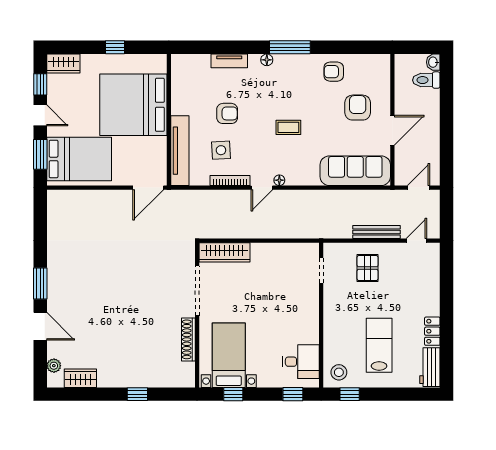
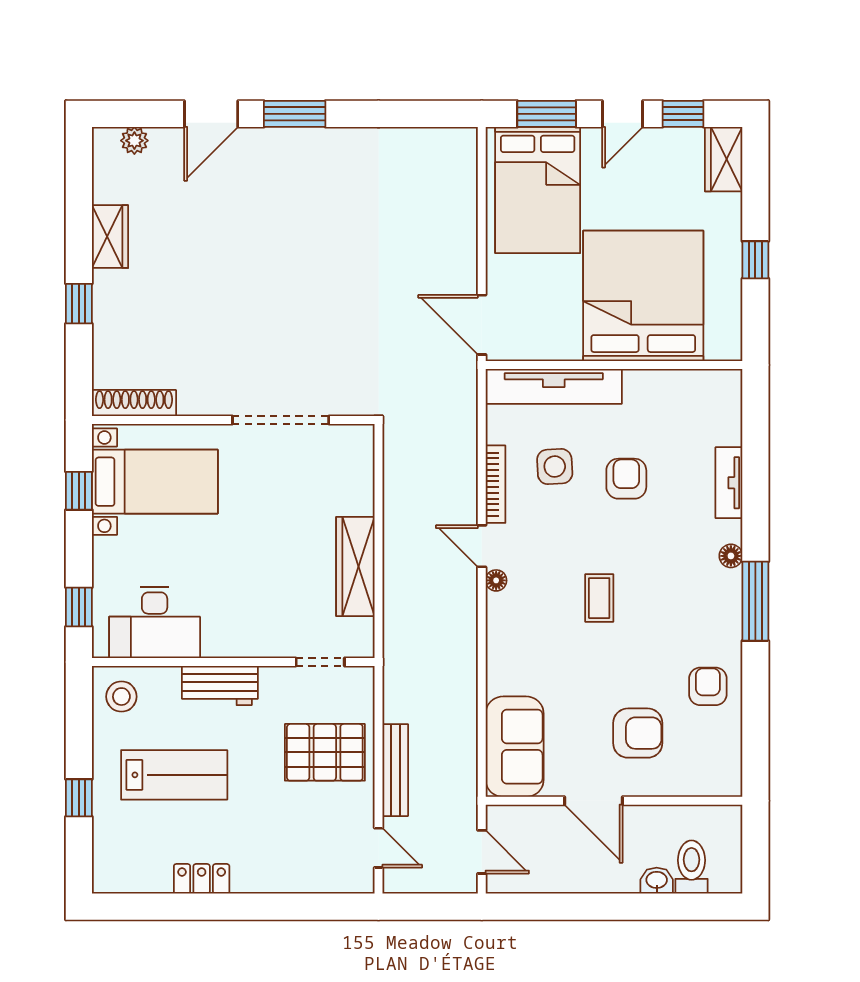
washbasin: (433, 62) -> (657, 881), moved
armchair: (227, 113) -> (626, 479), turned 180
sofa: (355, 171) -> (515, 747), width x0.73
wardrobe: (224, 252) -> (355, 566), moved
pallet: (368, 268) -> (325, 752), width x1.50, depth x1.42
shoe rack: (188, 339) -> (134, 403), moved
desk: (301, 362) -> (155, 622), width x1.37
workbench: (430, 367) -> (220, 685), moved, turned 180
wardrobe: (80, 378) -> (110, 237), moved
window: (350, 394) -> (79, 798), moved

